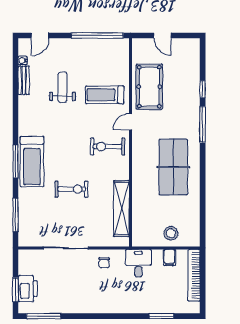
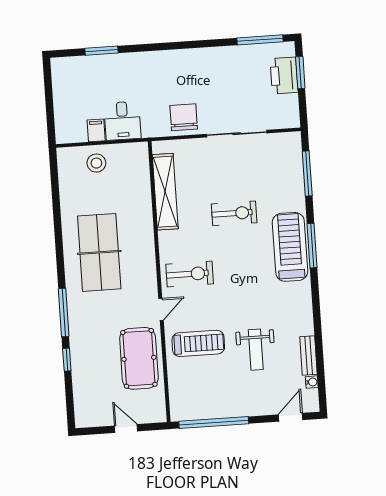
exercise bike: (72, 189) -> (234, 213), turned 180
chair: (104, 263) -> (184, 117), width x1.87, depth x1.87
desk: (138, 263) -> (123, 121), moved
bookcase: (194, 275) -> (61, 108), removed

